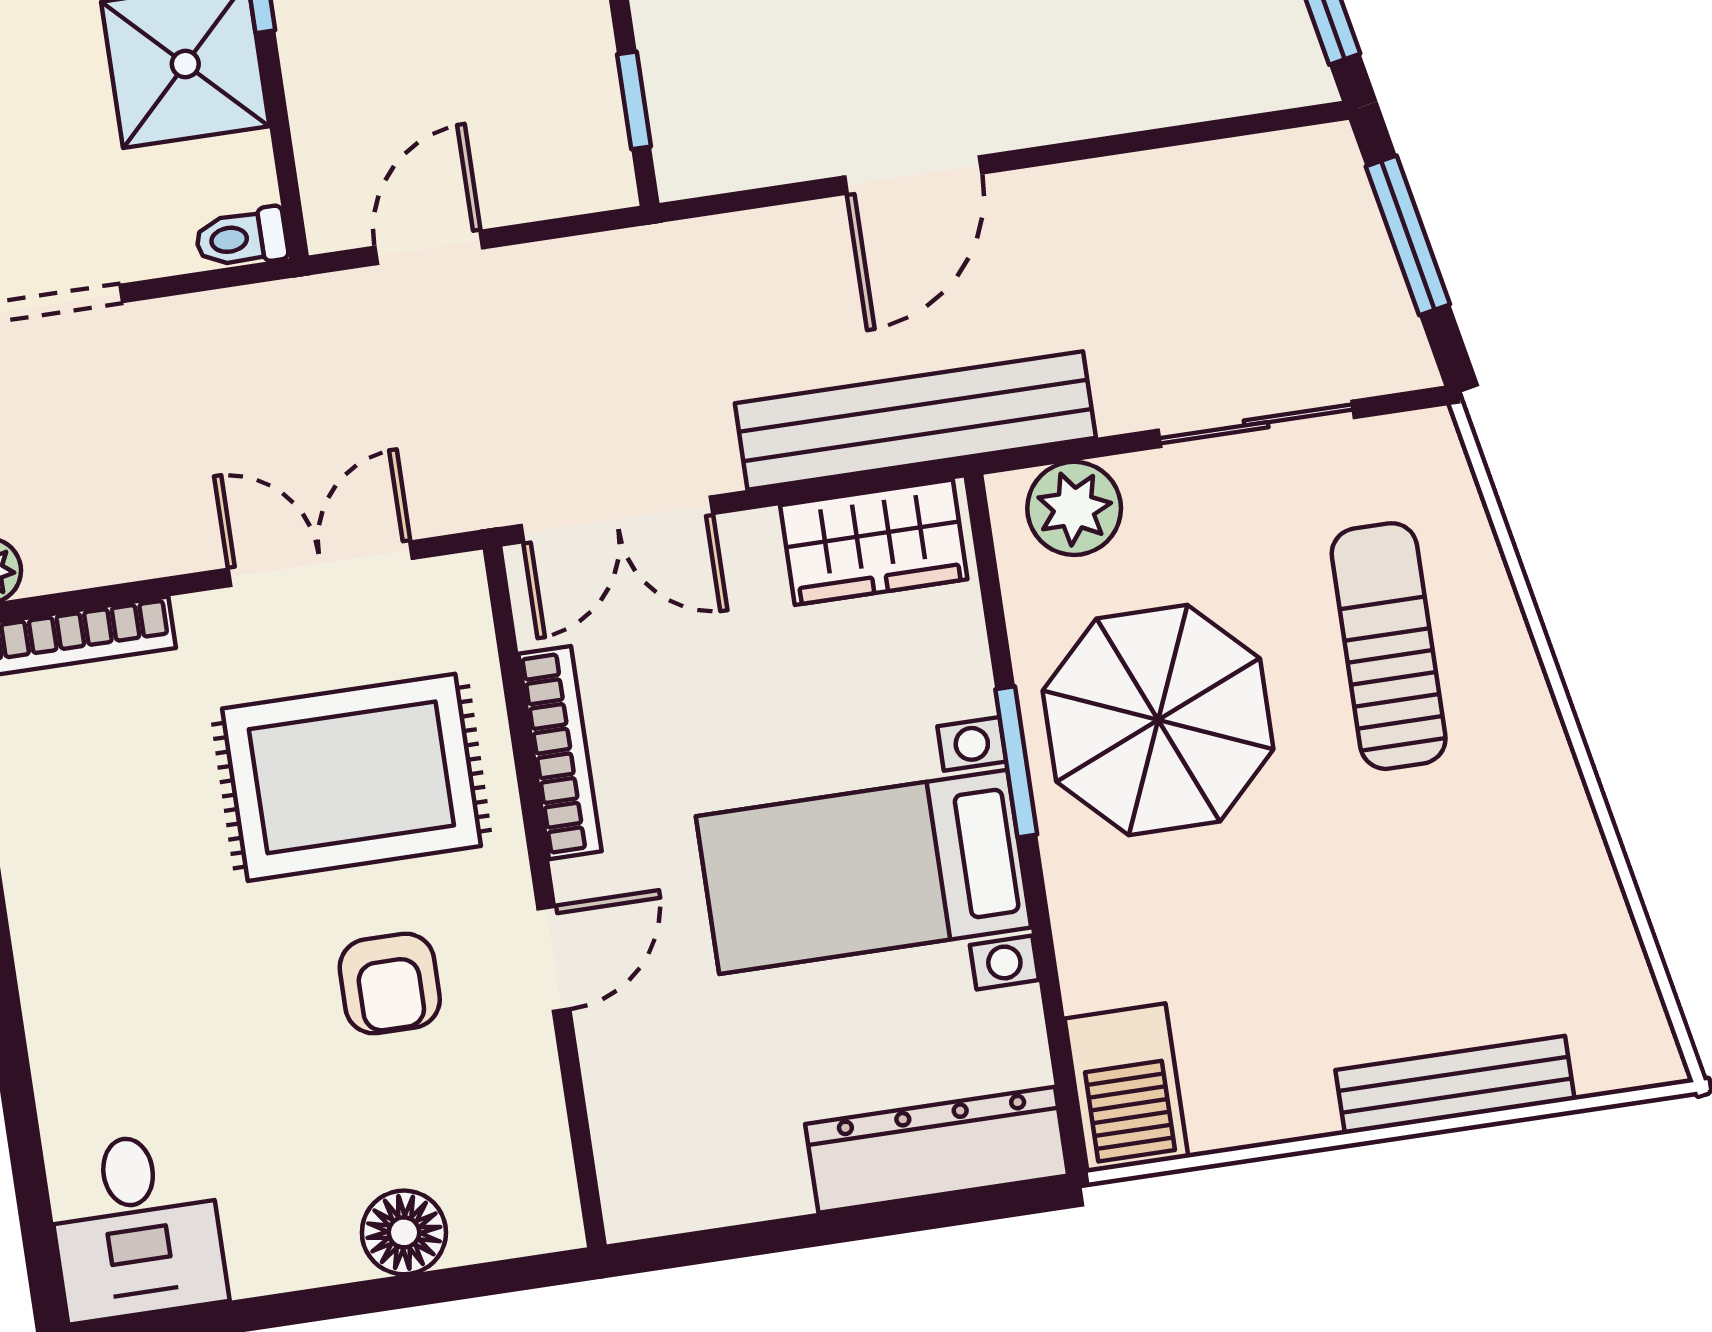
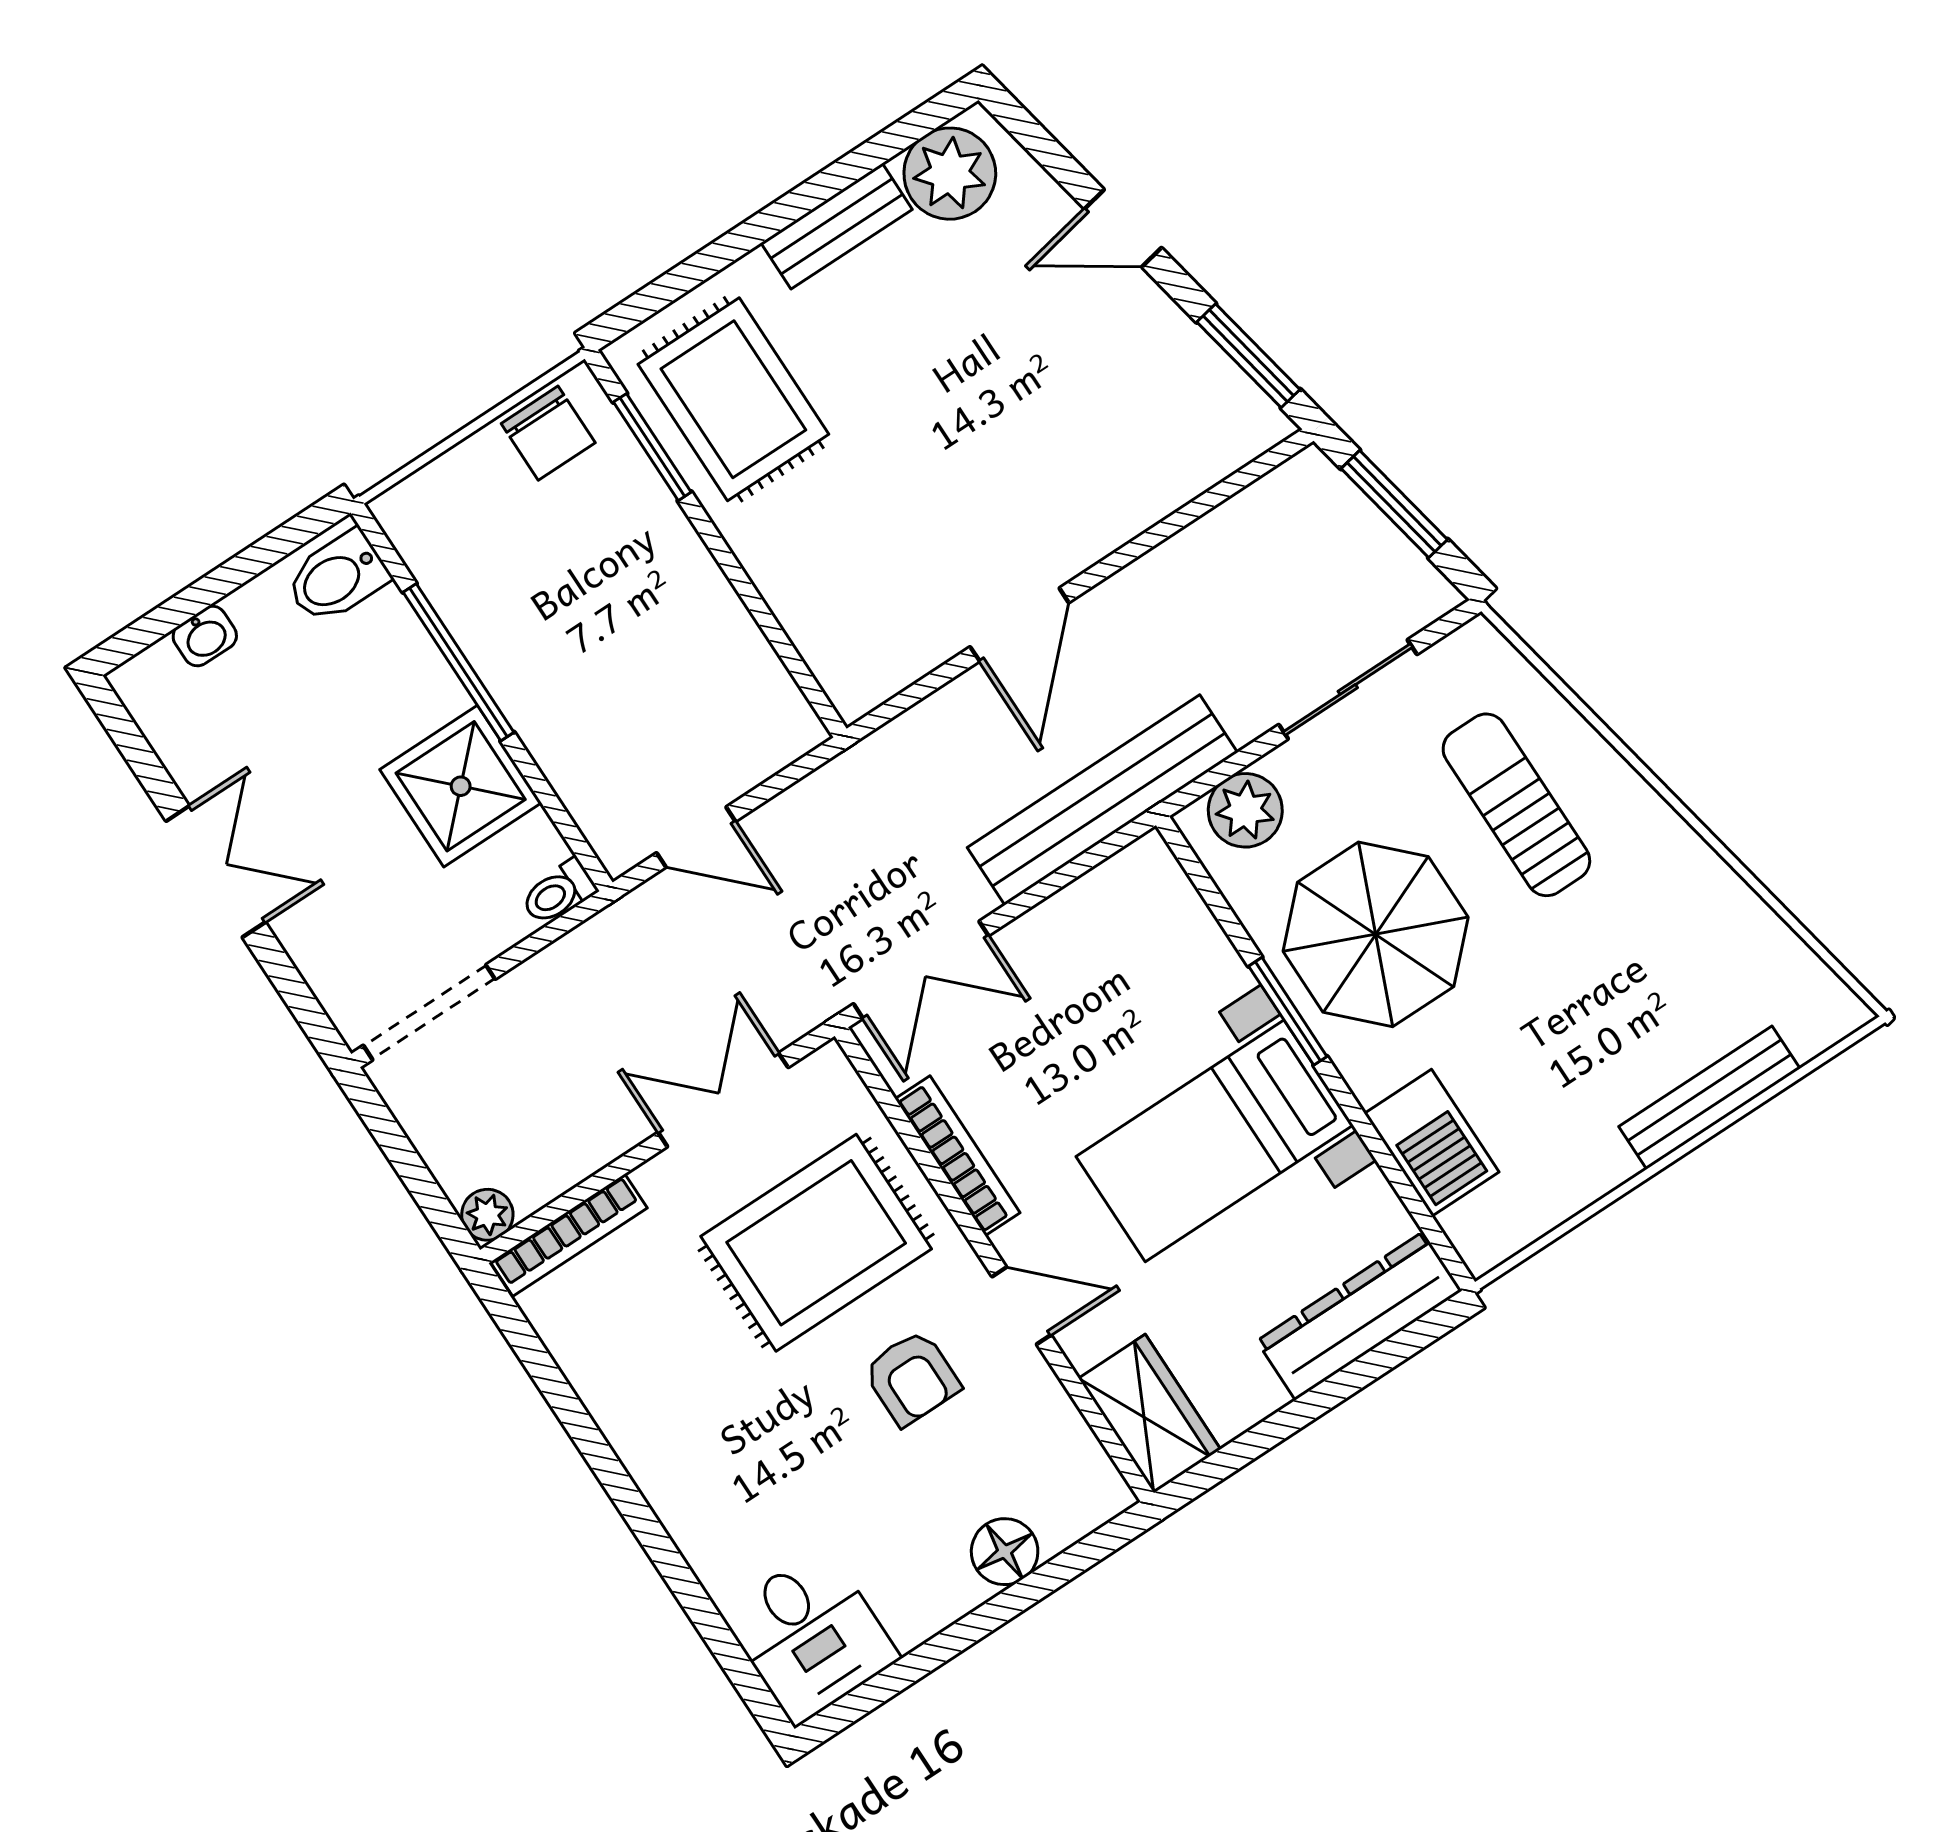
window: (634, 100) -> (794, 664), removed
door: (429, 247) -> (696, 837), swing flipped
wardrobe: (874, 542) -> (1150, 1414), moved, turned -90
door: (554, 959) -> (1021, 1306), hinge flipped
barbecue: (1127, 1088) -> (1432, 1143), moved

